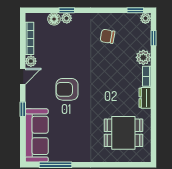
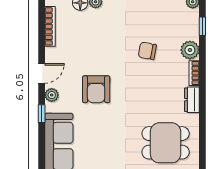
chair: (108, 36) -> (147, 51), moved
plant: (31, 61) -> (52, 95), moved
armchair: (67, 89) -> (96, 89), turned -90

